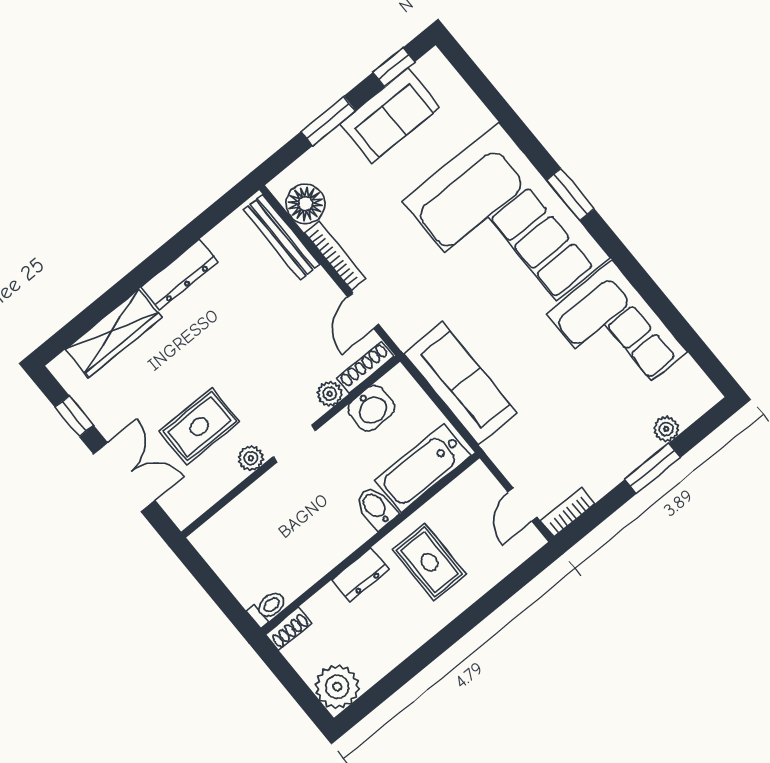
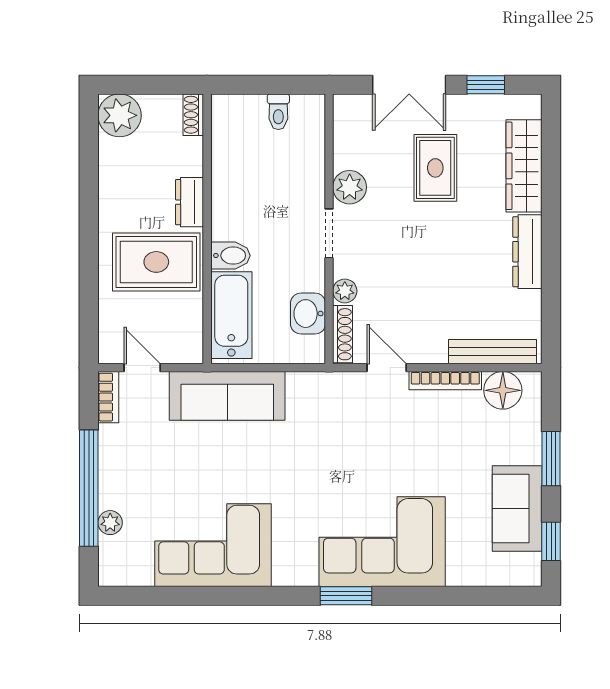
corner sofa: (506, 229) -> (382, 542), width x0.73, depth x0.74
sofa: (460, 383) -> (227, 396), moved
rug: (199, 426) -> (435, 168), moved
plant: (251, 458) -> (350, 187), width x1.38, depth x1.38
window: (653, 468) -> (89, 488), width x2.11
rug: (429, 562) -> (156, 262), width x1.36, depth x1.43
toilet: (268, 608) -> (278, 112), moved

